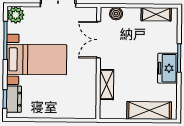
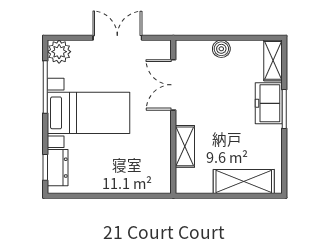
boiler: (116, 14) -> (221, 49), moved
shelving: (156, 14) -> (273, 60), moved, turned 90
freezer: (168, 68) -> (269, 103), moved

